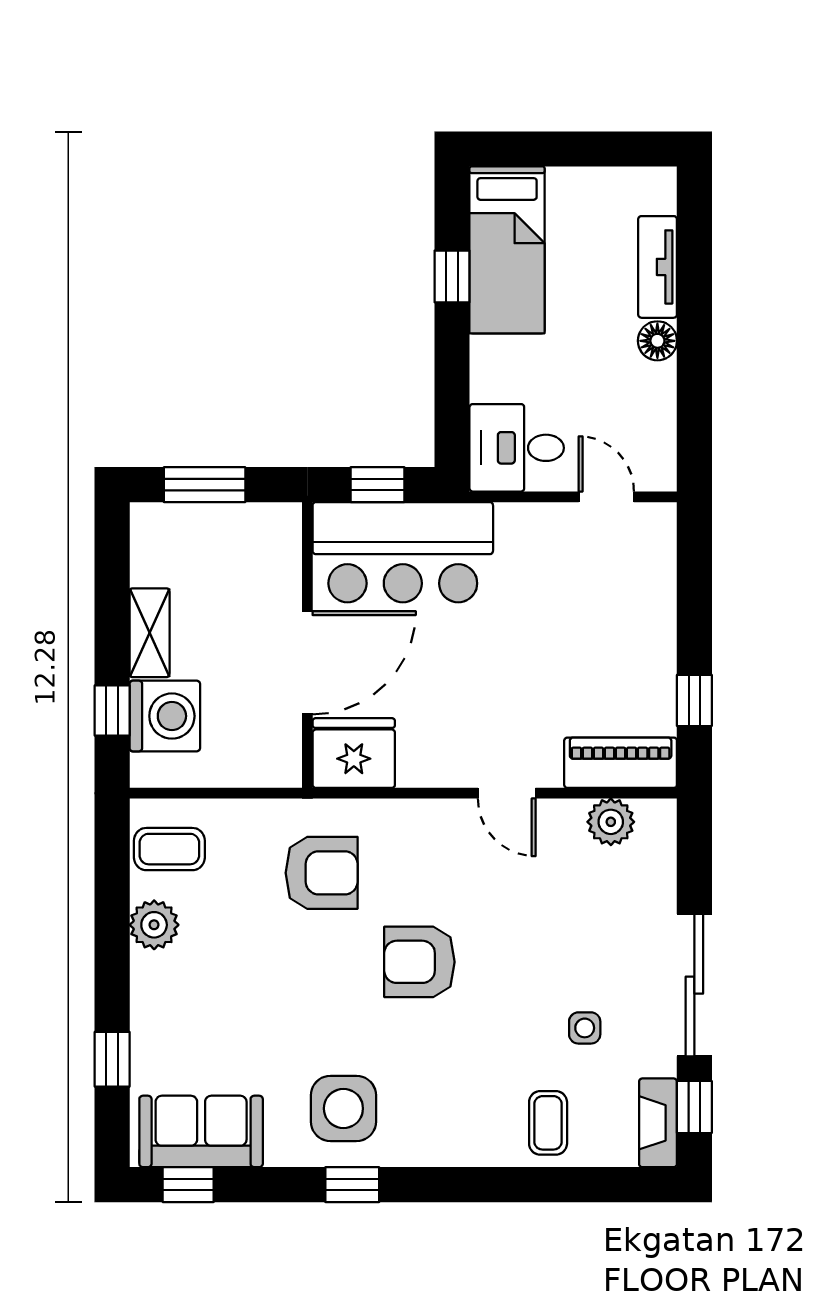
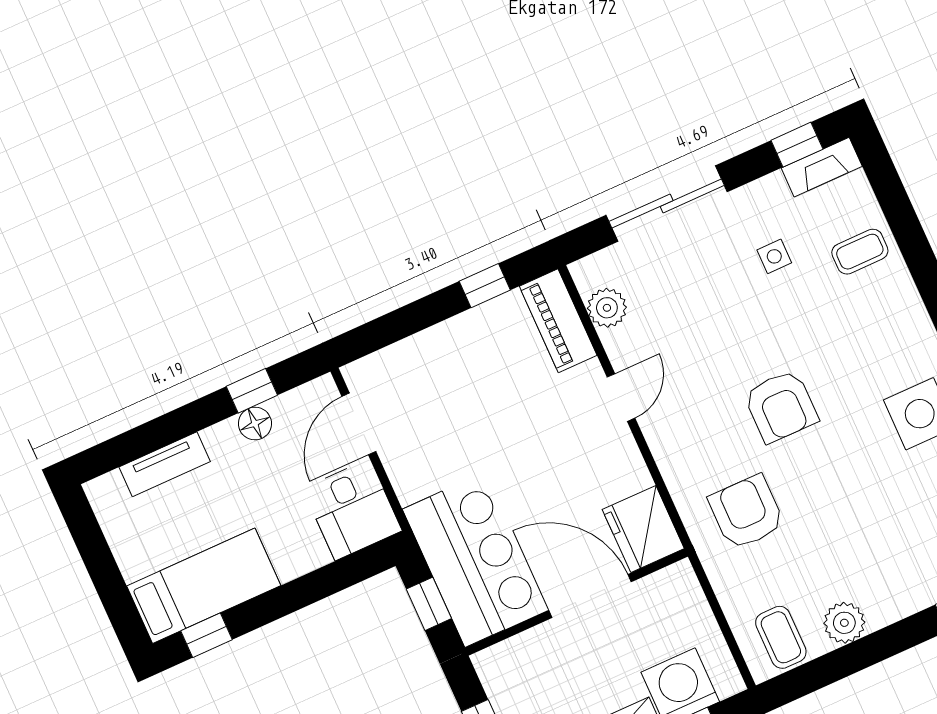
window: (452, 276) -> (206, 635), moved
floor lamp: (657, 341) -> (255, 424), moved
window: (694, 397) -> (252, 391), added
door: (606, 497) -> (359, 424), width x1.38
sliding door: (694, 985) -> (667, 203), moved

